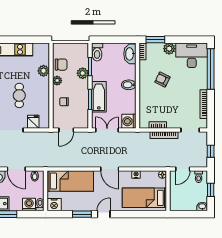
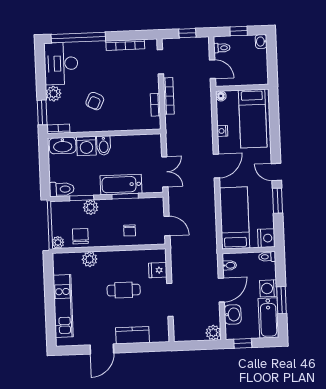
plant: (57, 81) -> (58, 242), moved
washing machine: (129, 121) -> (86, 146), moved
double door: (107, 130) -> (165, 172), swing flipped
washing machine: (29, 204) -> (268, 288), moved

